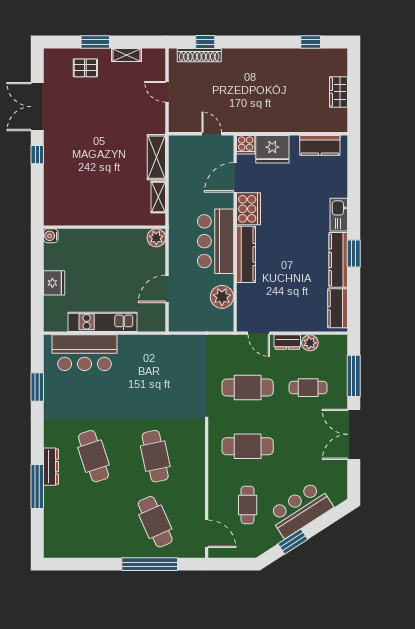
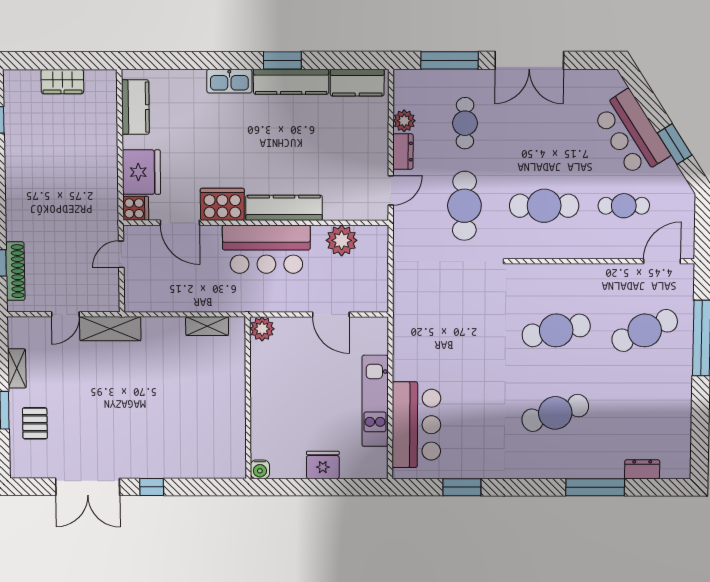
shelving: (156, 157) -> (110, 329), moved
cafe table: (248, 446) -> (544, 206), turned 90
dresser: (51, 467) -> (642, 469), moved, width x0.70

